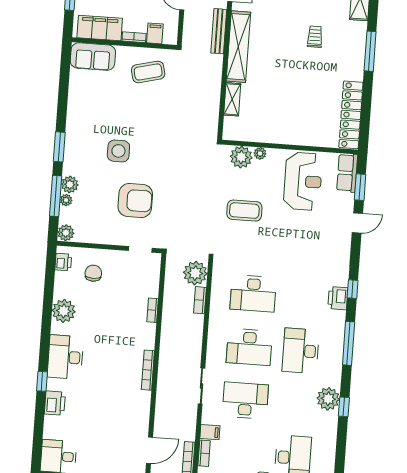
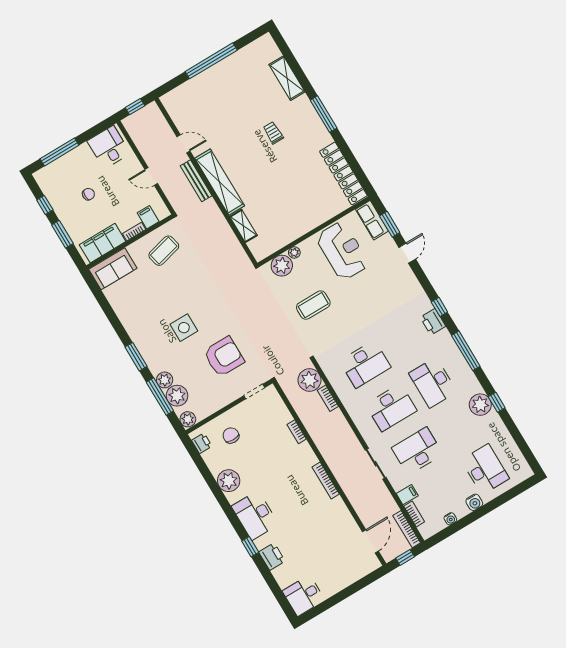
plant: (66, 200) -> (177, 396), width x1.88, depth x1.88

